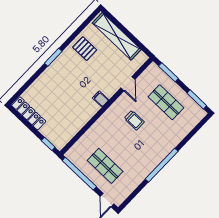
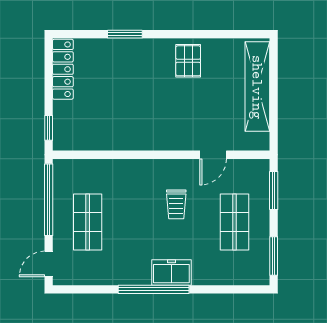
pallet: (85, 49) -> (188, 61), moved
window: (53, 57) -> (125, 34), moved
filing cabinet: (101, 99) -> (163, 139), removed
freezer: (162, 150) -> (171, 273), added

